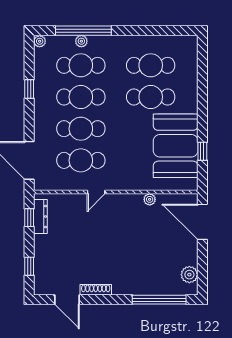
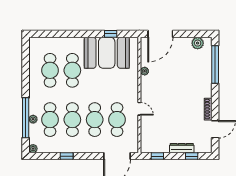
dresser: (40, 217) -> (182, 148), moved

